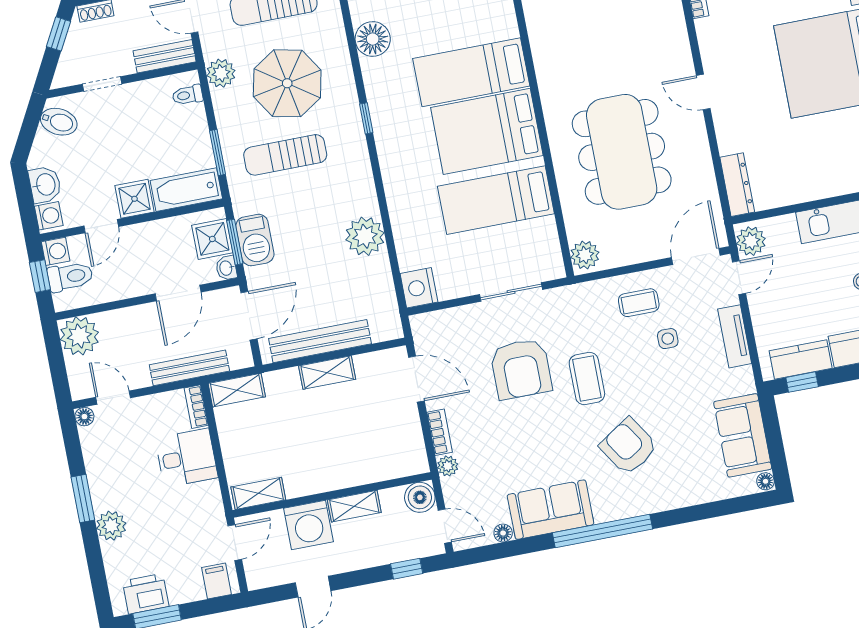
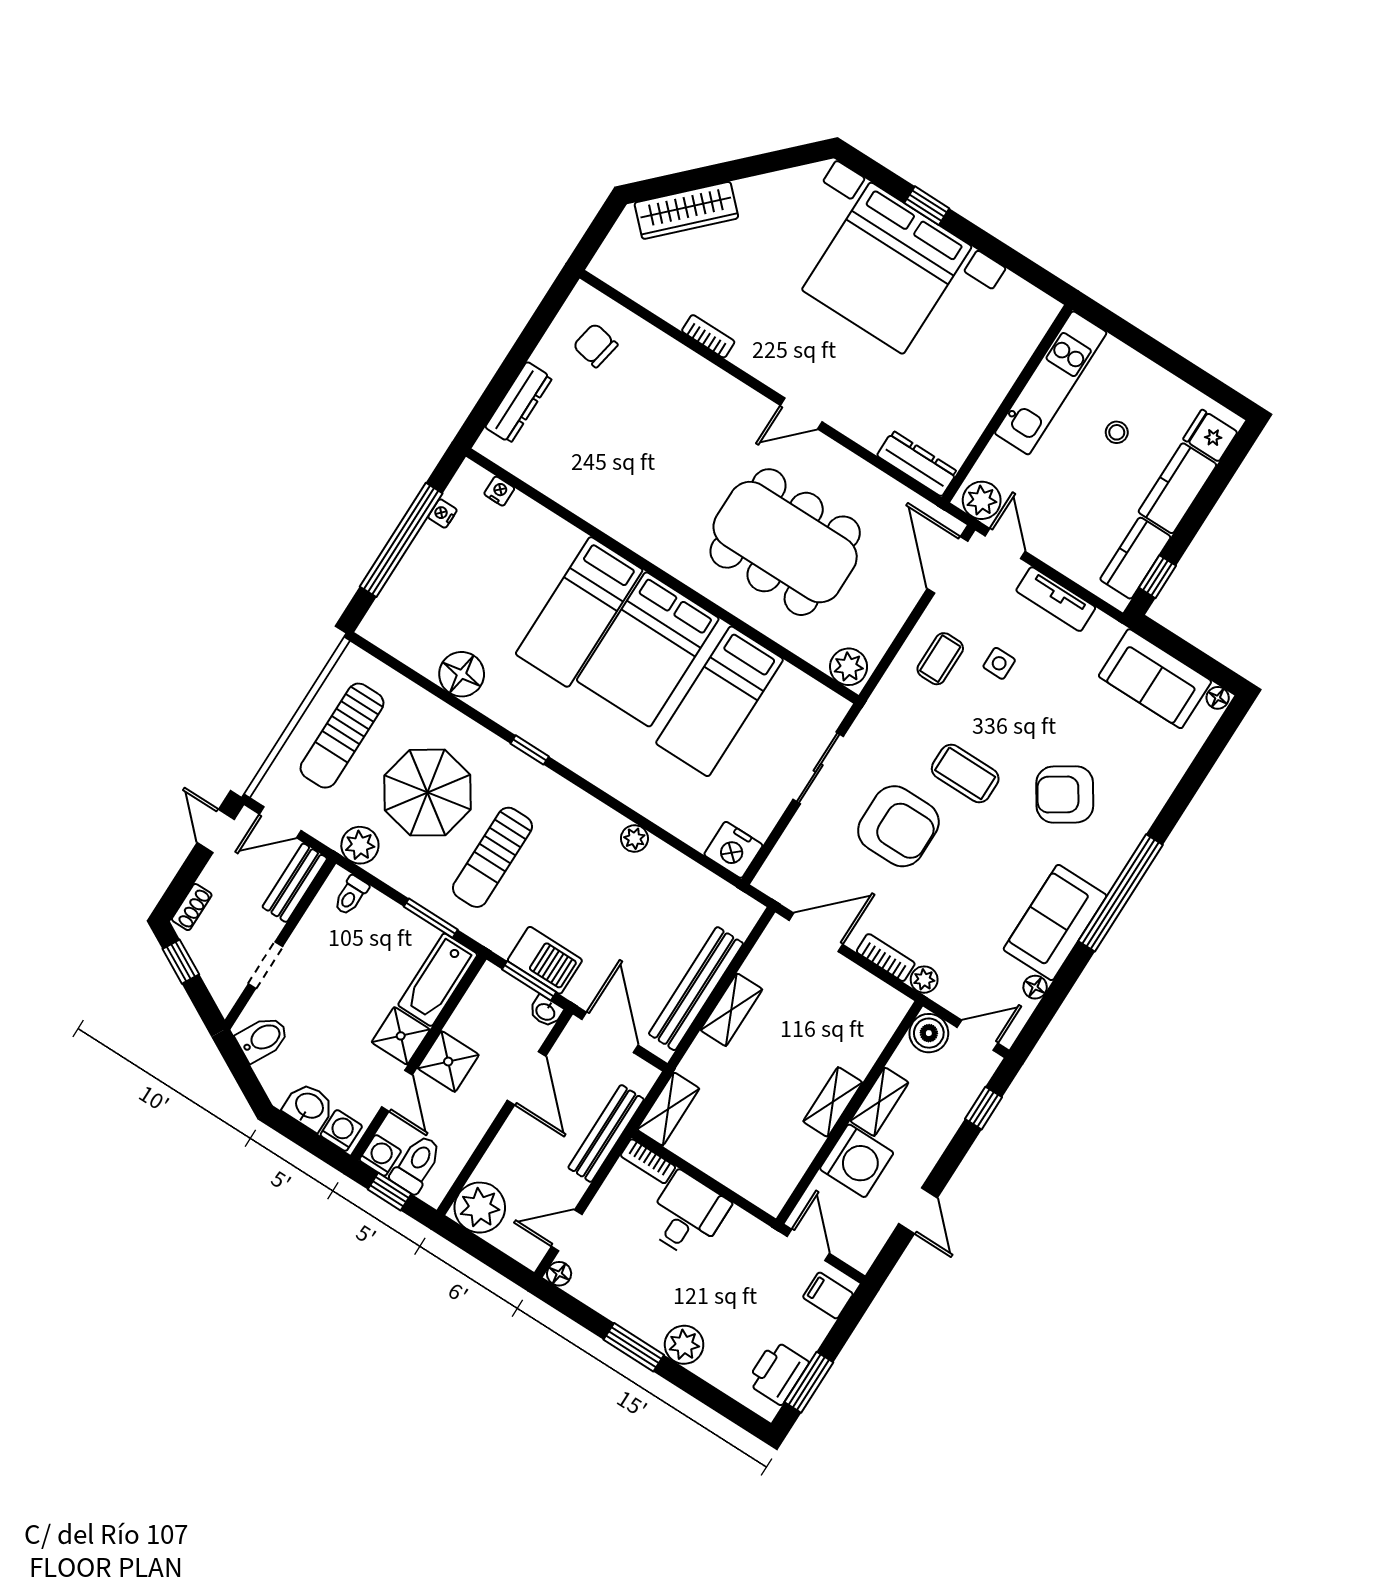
plant: (365, 236) -> (634, 838), width x0.53, depth x0.53
shower: (212, 239) -> (448, 1062), moved
shelving: (258, 493) -> (833, 1102), moved

